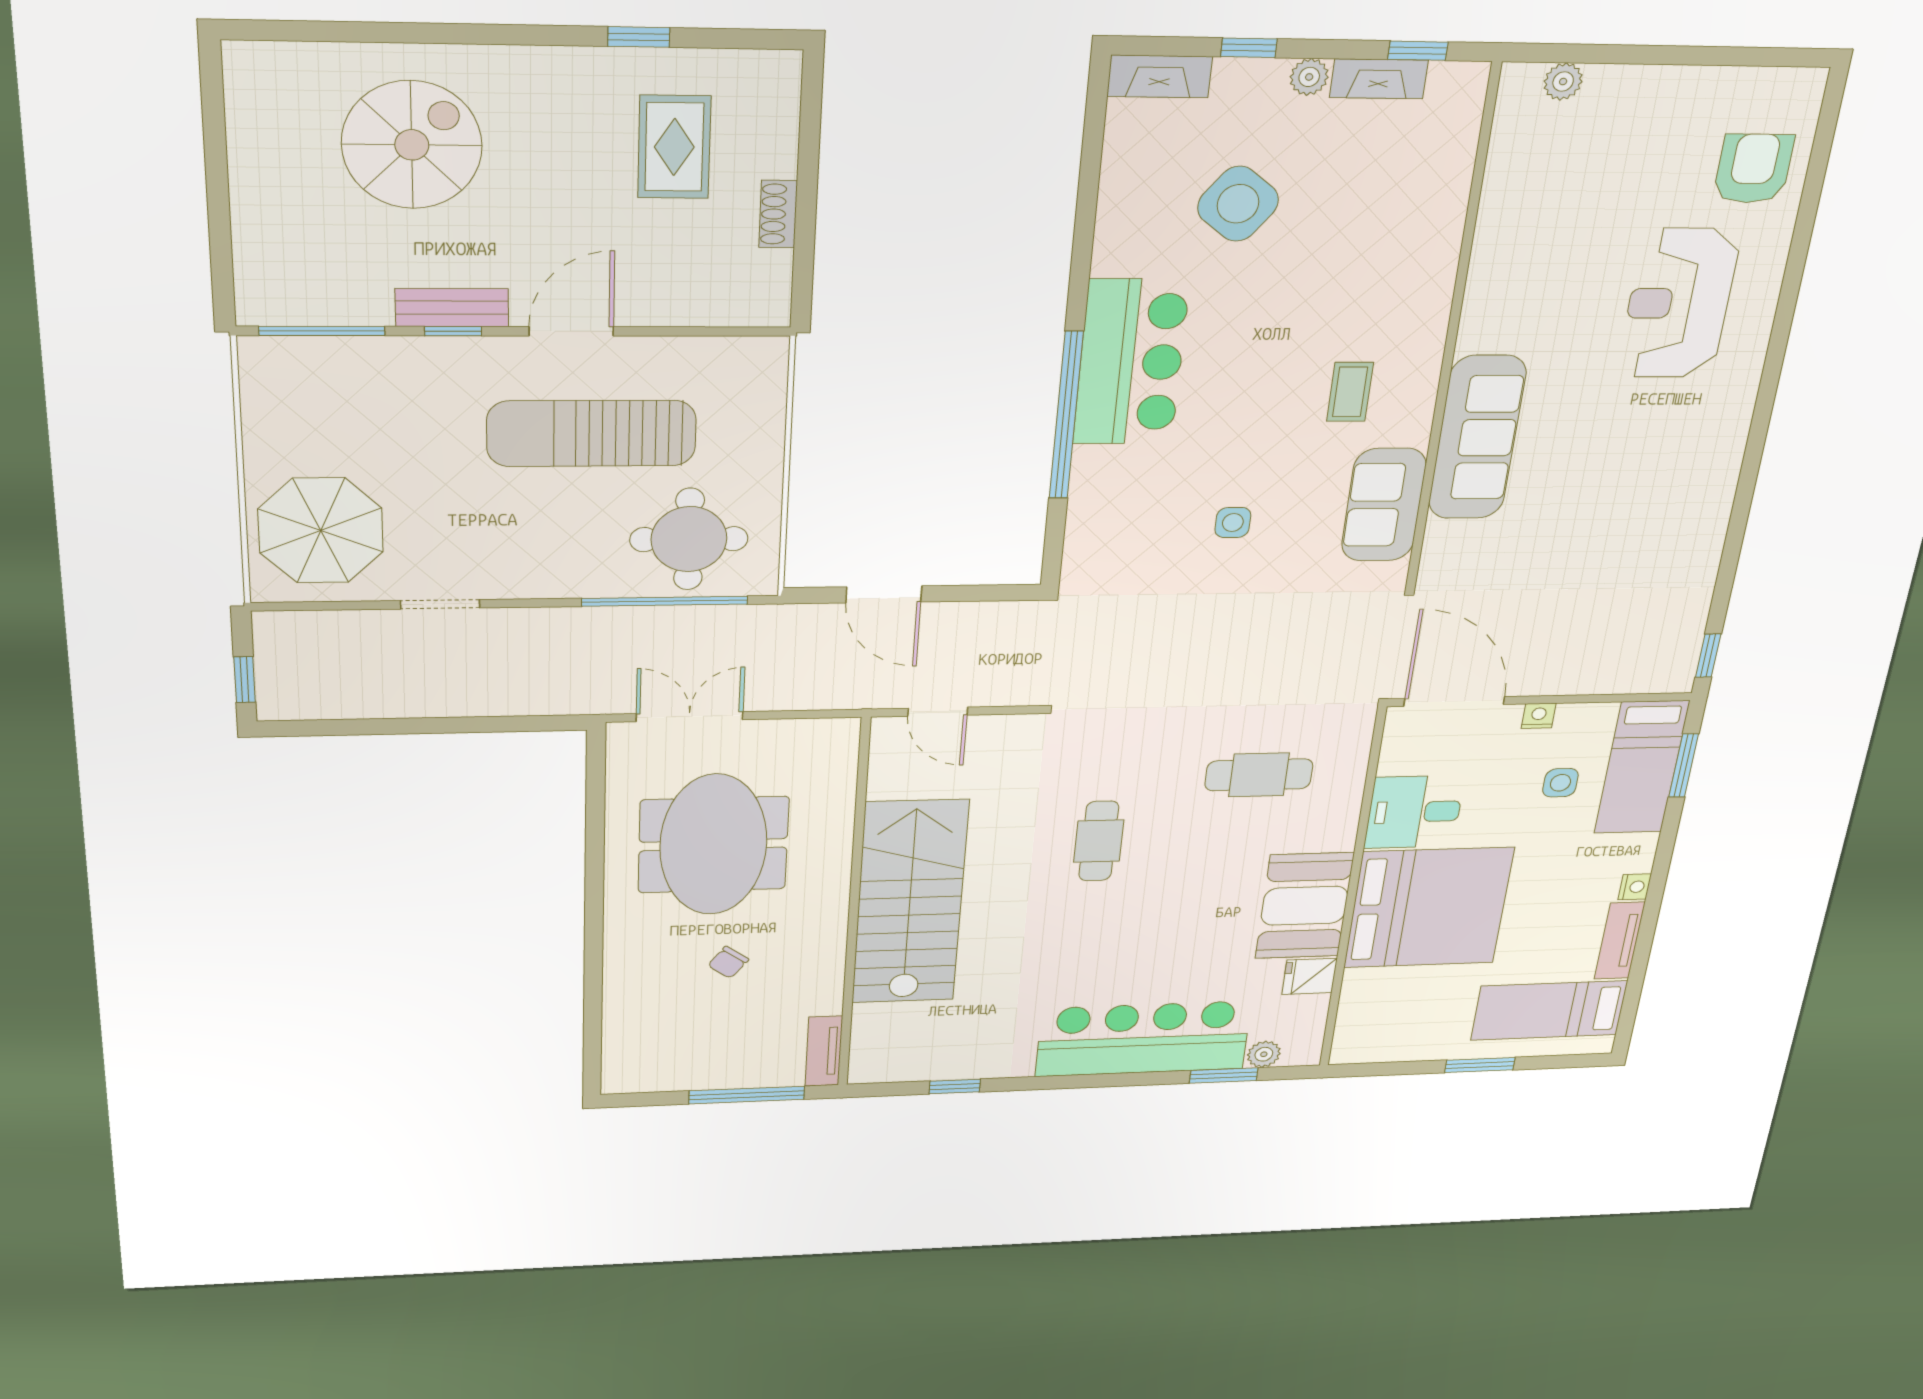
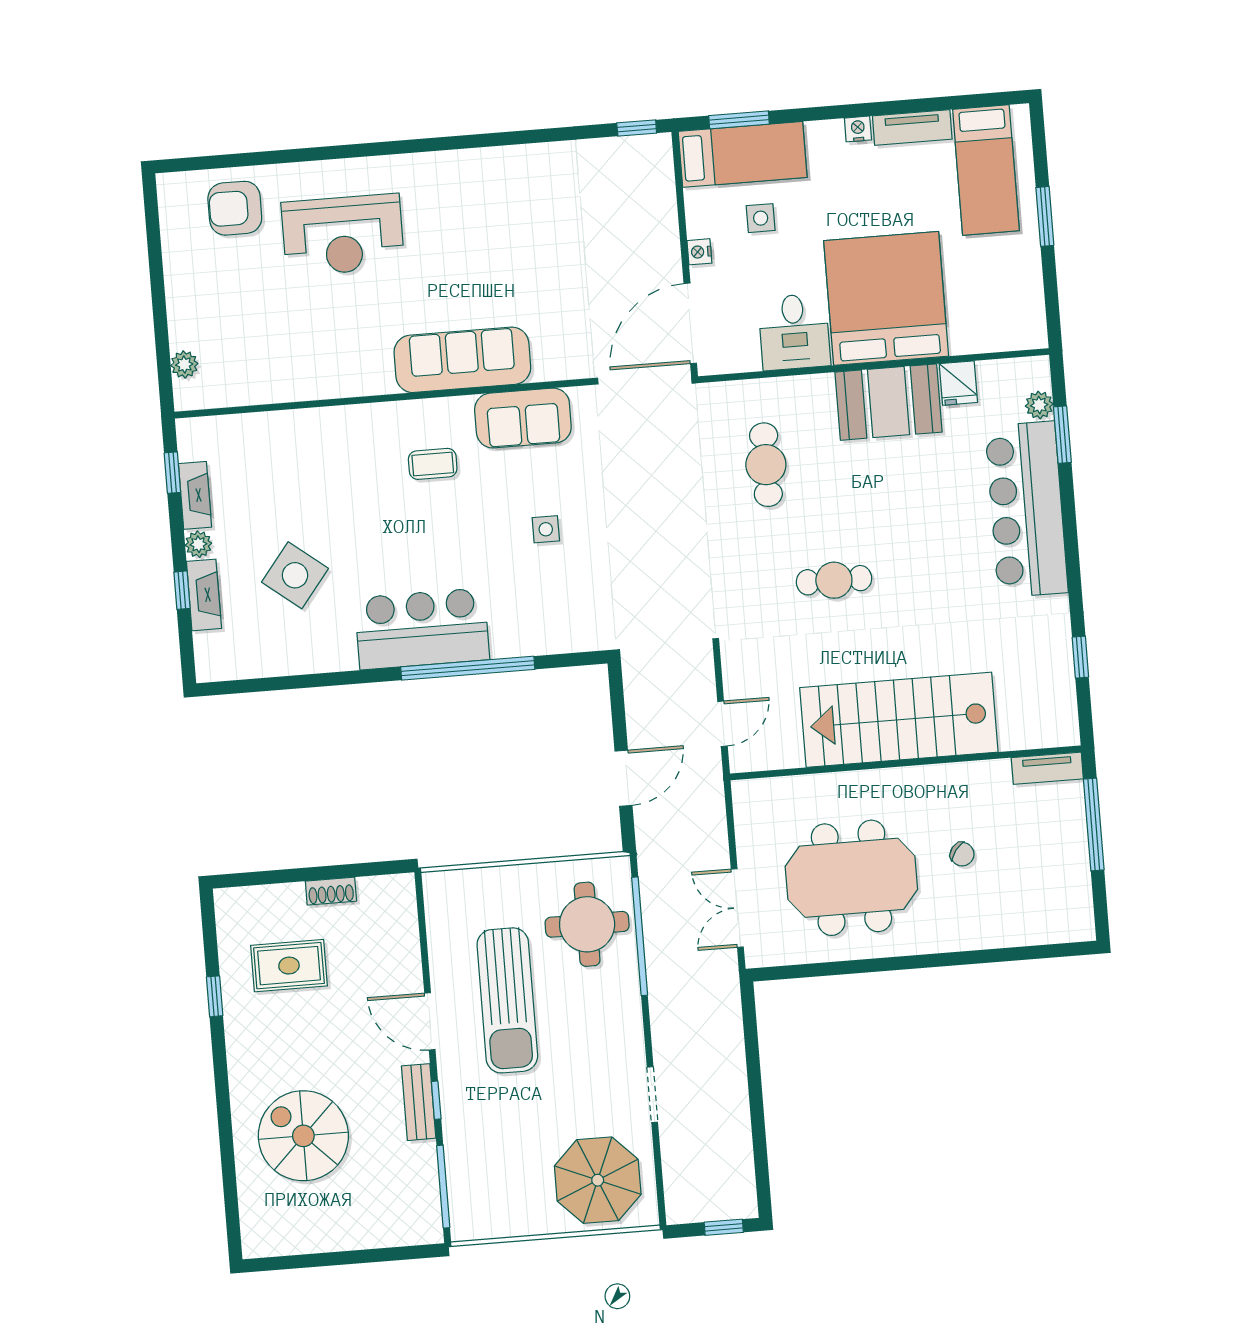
fireplace: (1160, 76) -> (204, 595), moved

